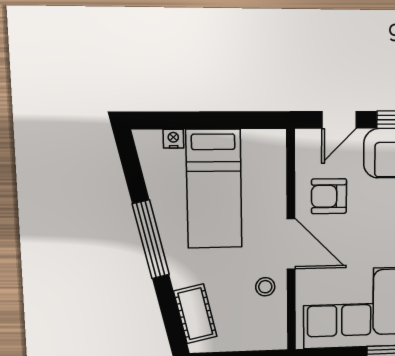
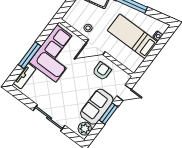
door: (339, 120) -> (124, 93), swing flipped

